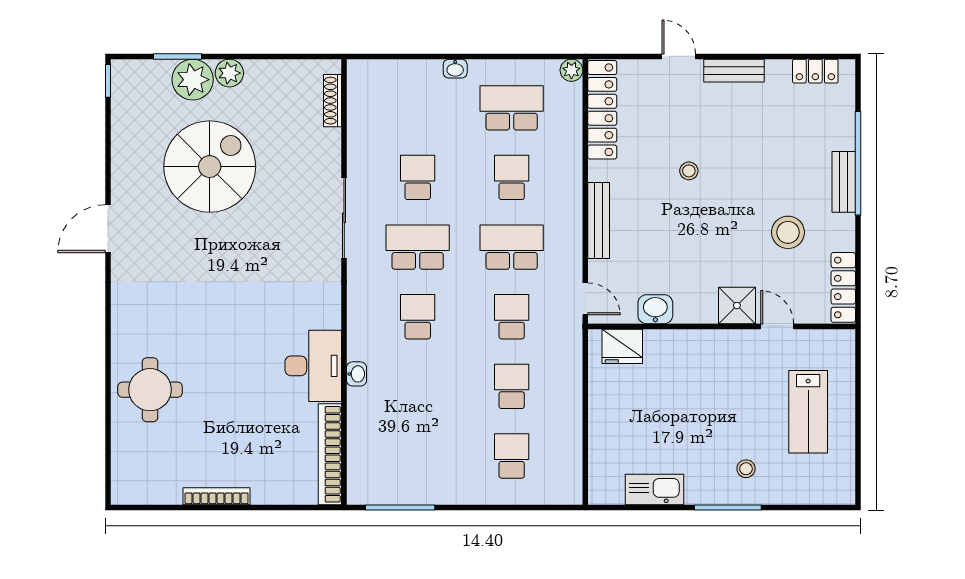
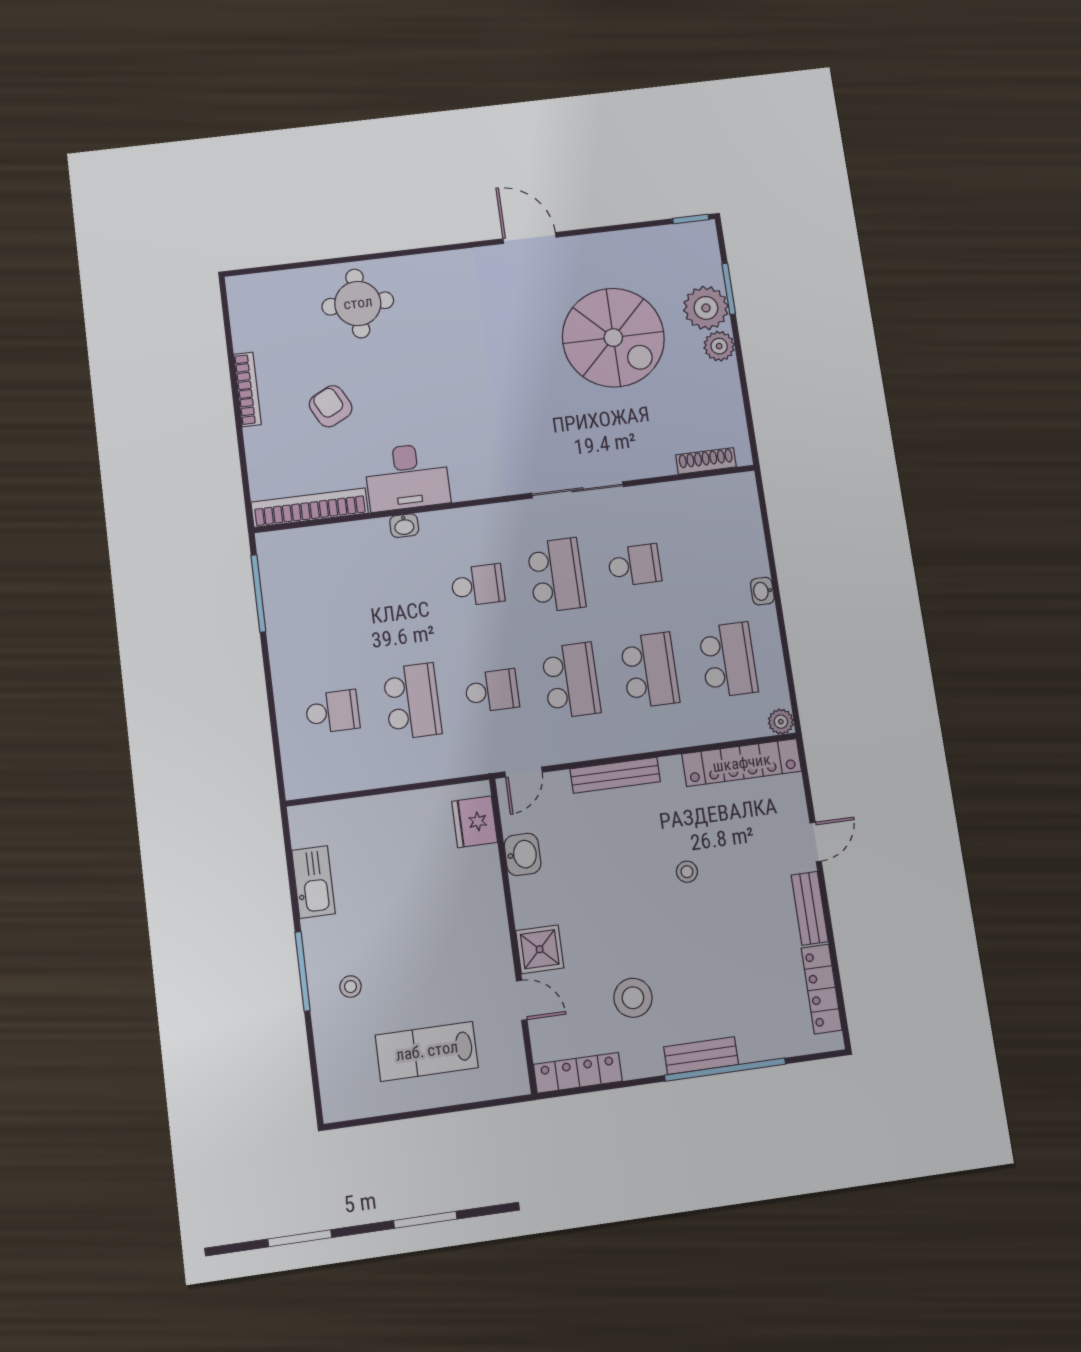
locker: (815, 71) -> (822, 989), width x1.53
school desk: (512, 177) -> (650, 670), width x1.85
door: (777, 326) -> (522, 1000), hinge flipped
school desk: (512, 386) -> (412, 701), width x1.85
armchair: (241, 425) -> (331, 406), added

